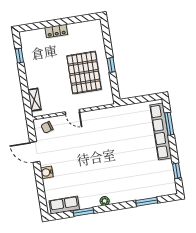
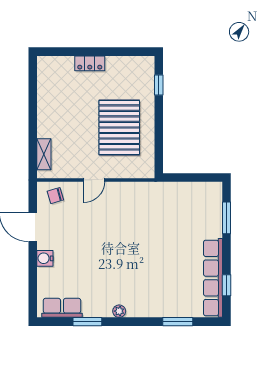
window: (19, 56) -> (33, 89), removed
window: (111, 65) -> (159, 85), moved
door: (72, 112) -> (94, 180), hinge flipped
row of seats: (161, 131) -> (213, 278), moved

